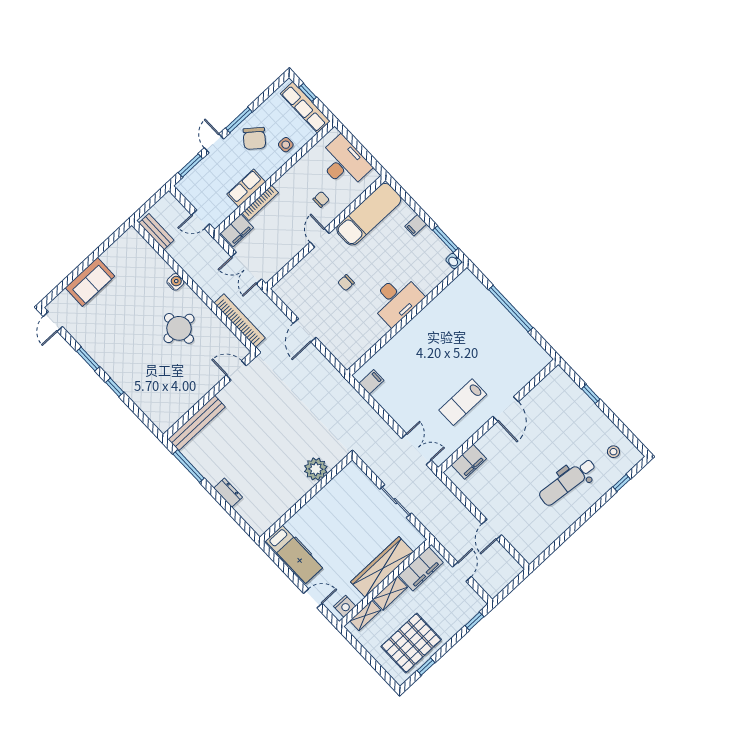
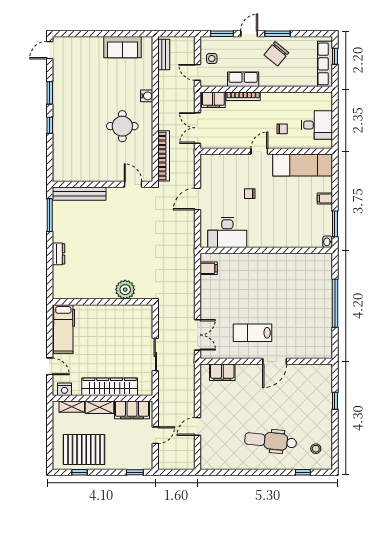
side table: (286, 145) -> (212, 58), moved
desk: (344, 163) -> (317, 125), width x0.73
sofa: (90, 282) -> (122, 47), moved
desk: (396, 300) -> (227, 233), moved

